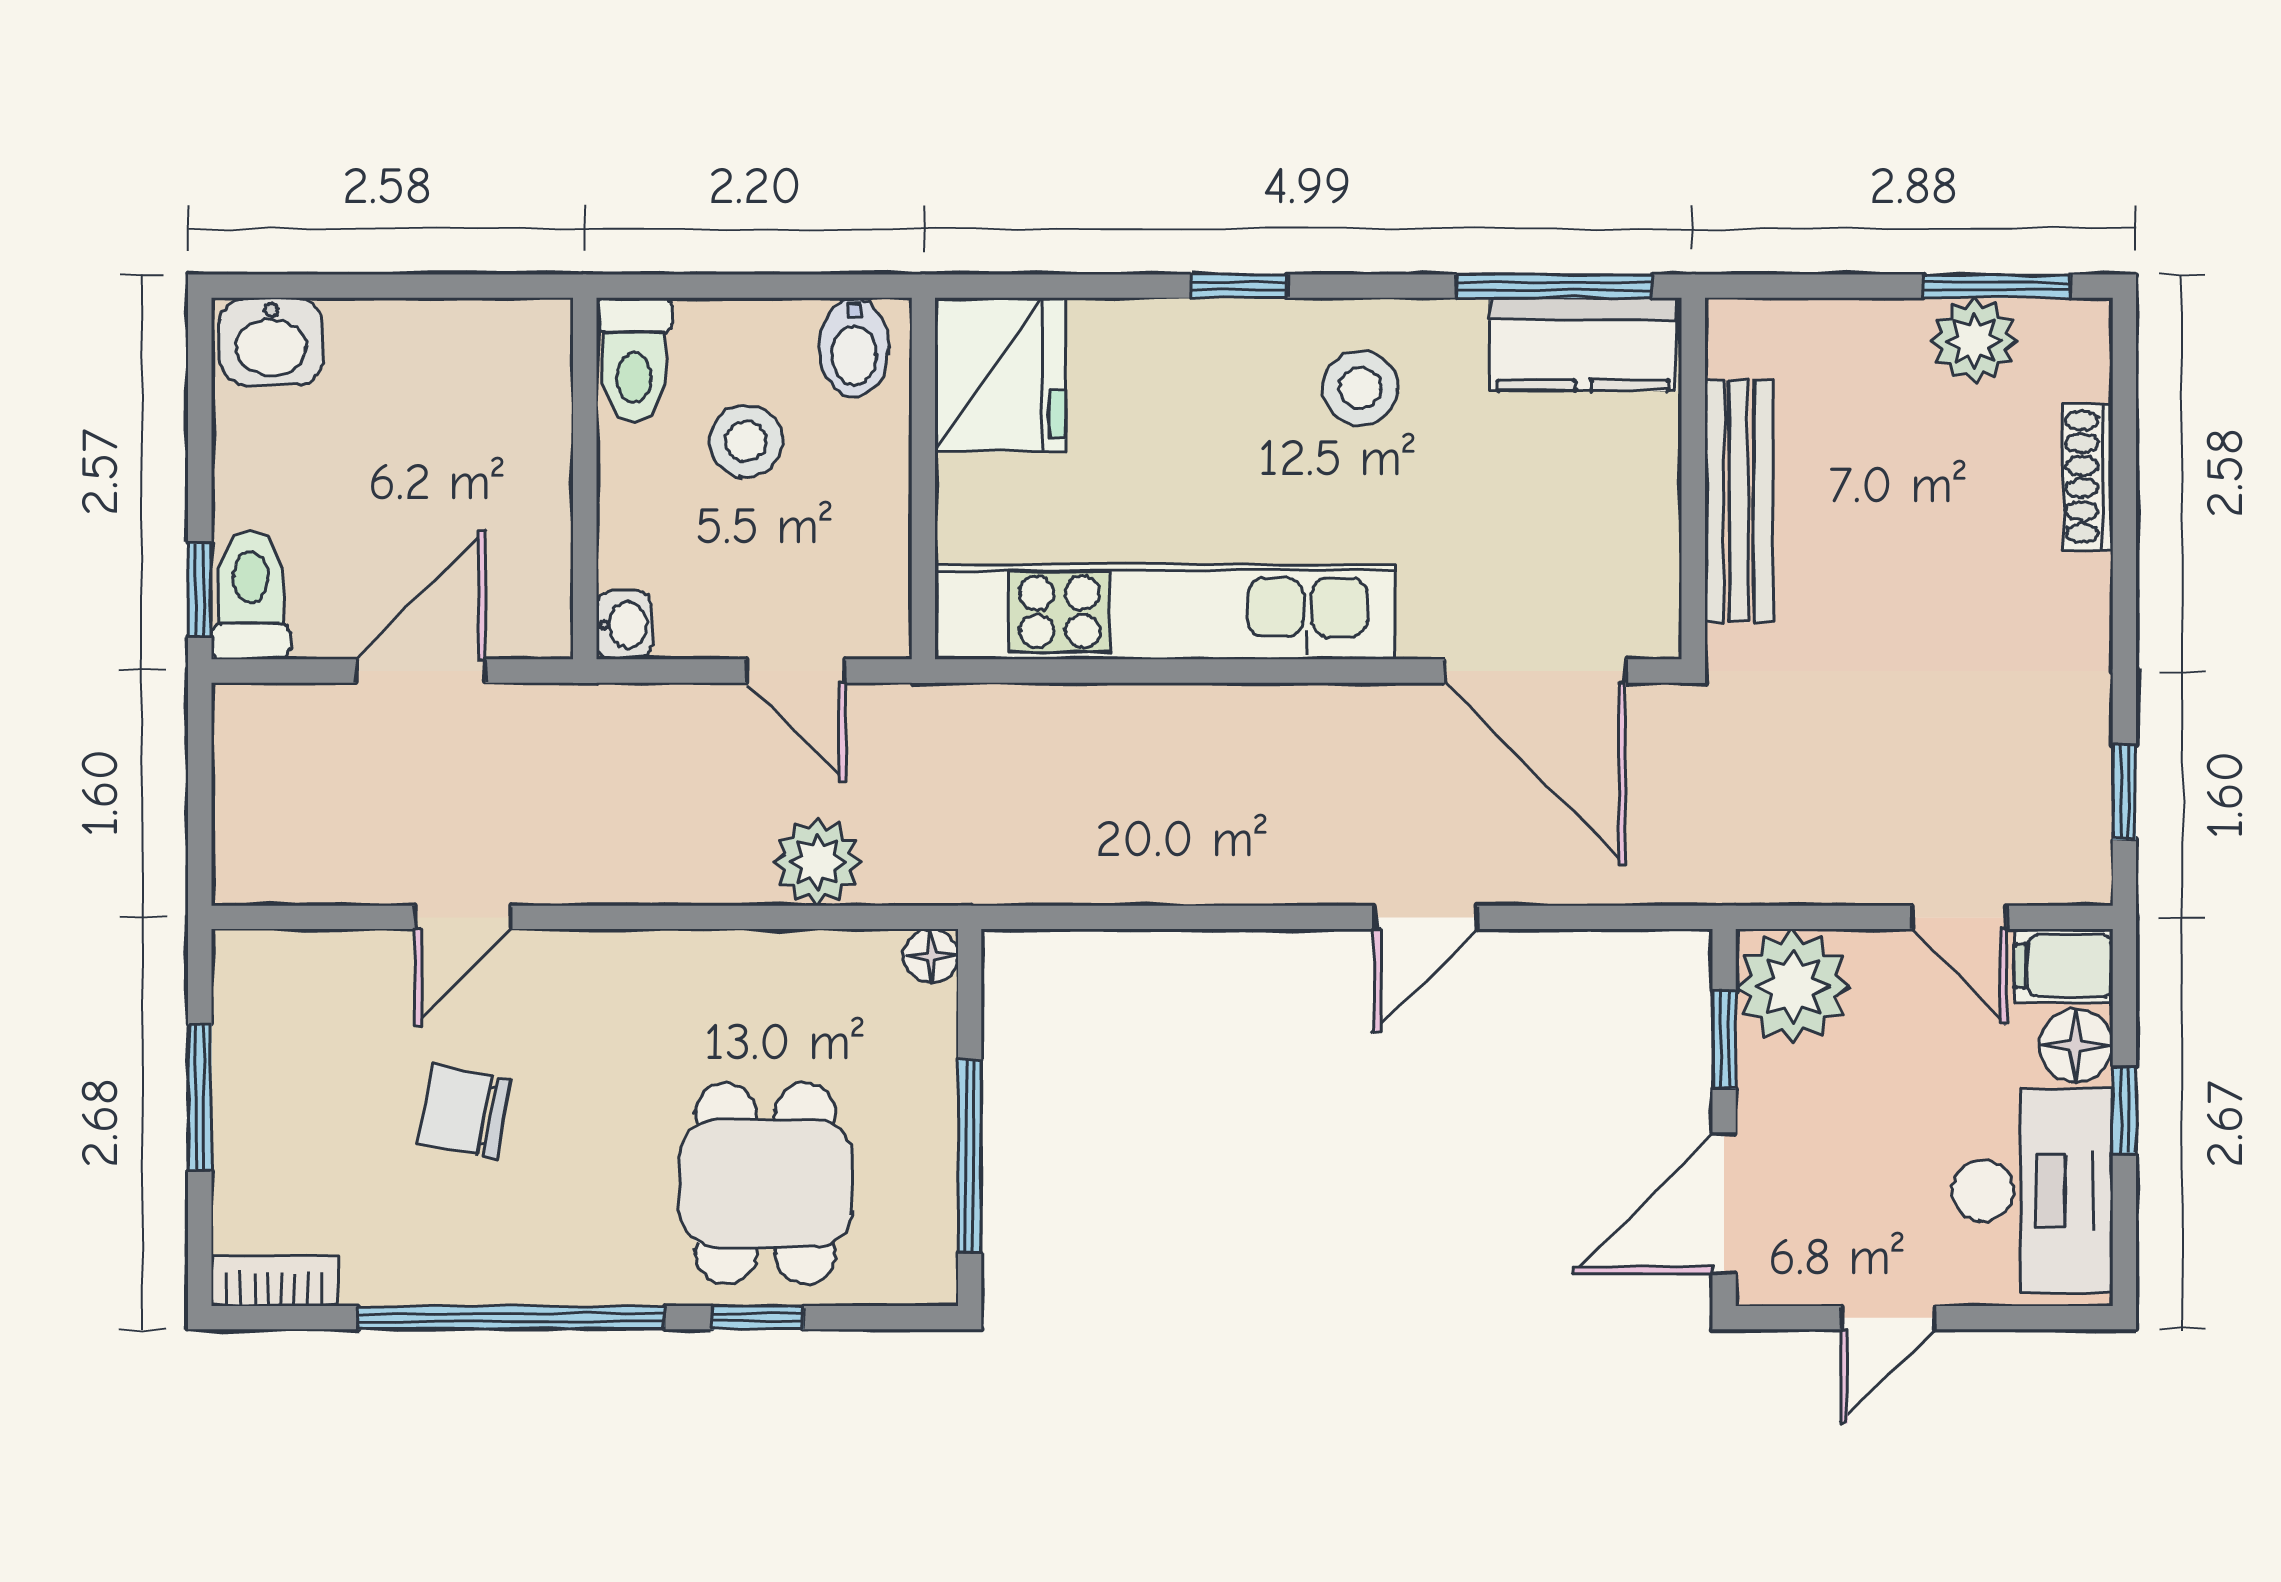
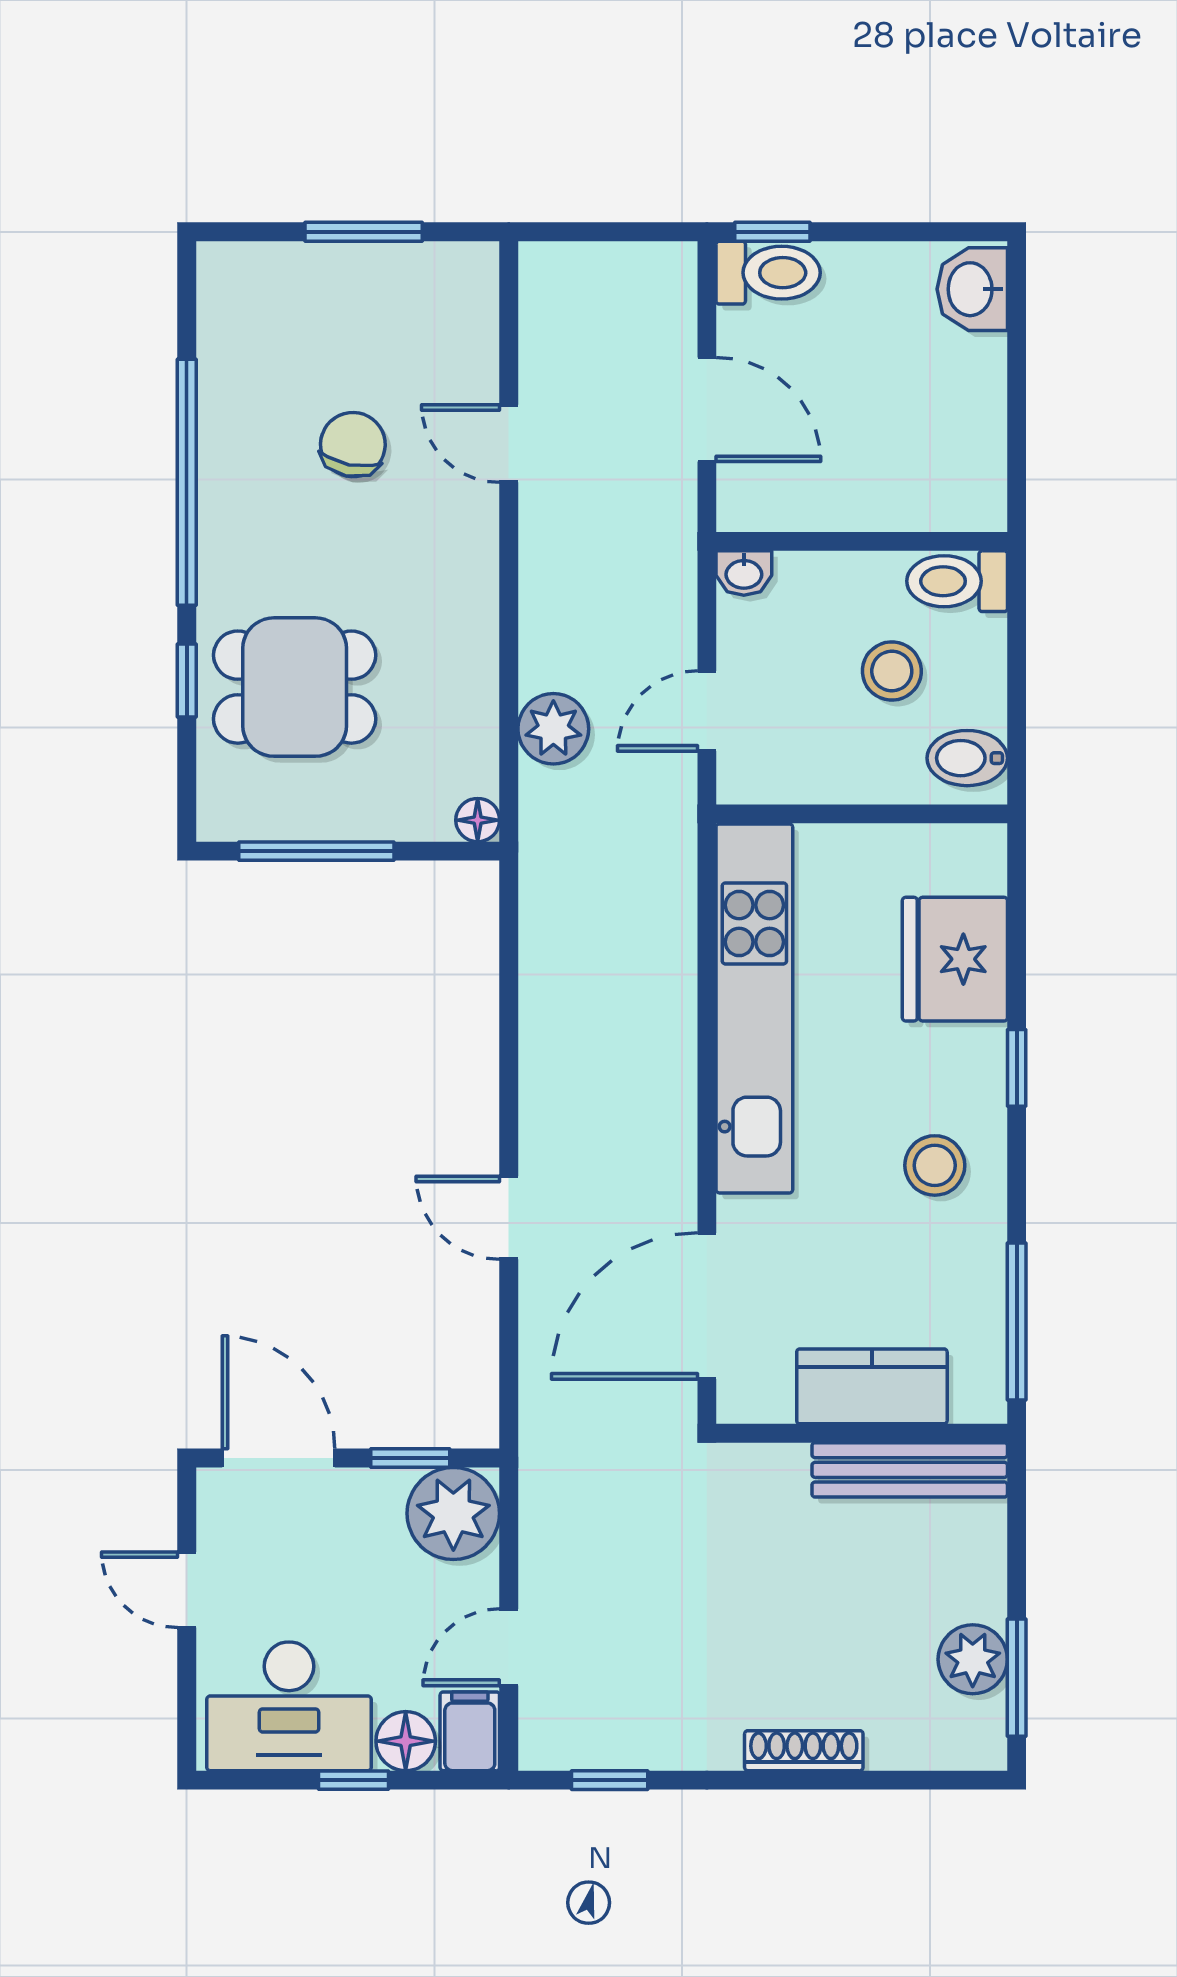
kitchen counter: (1583, 344) -> (872, 1386), moved, turned 90
fridge: (1000, 375) -> (955, 959), moved, turned 90
shoe rack: (2088, 477) -> (804, 1751), moved
bench: (1739, 501) -> (910, 1470), moved
bookcase: (274, 1281) -> (216, 292), removed

